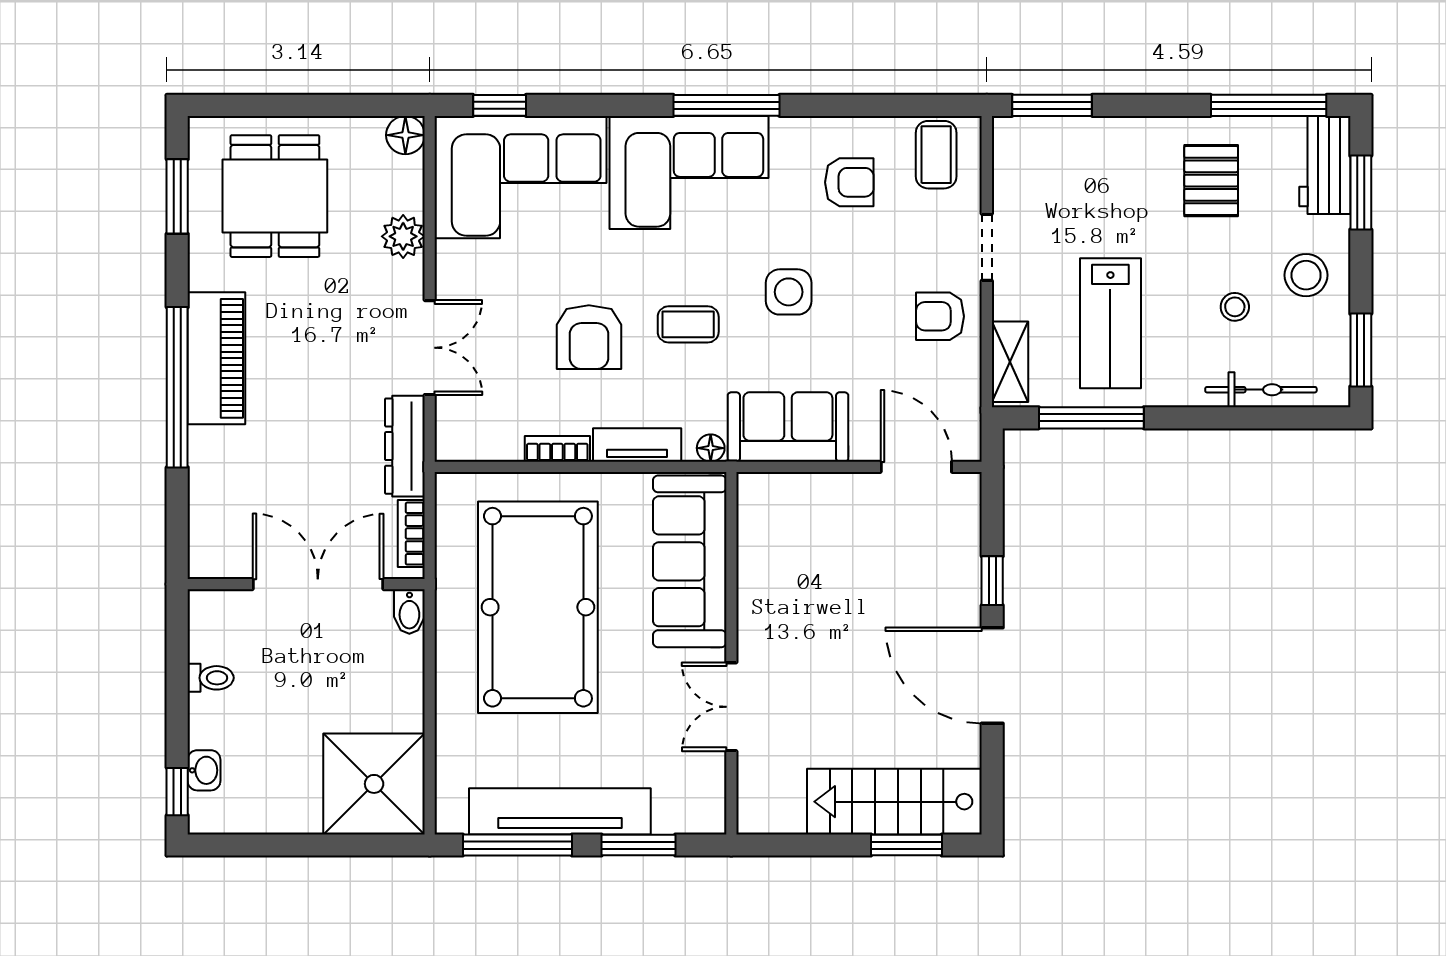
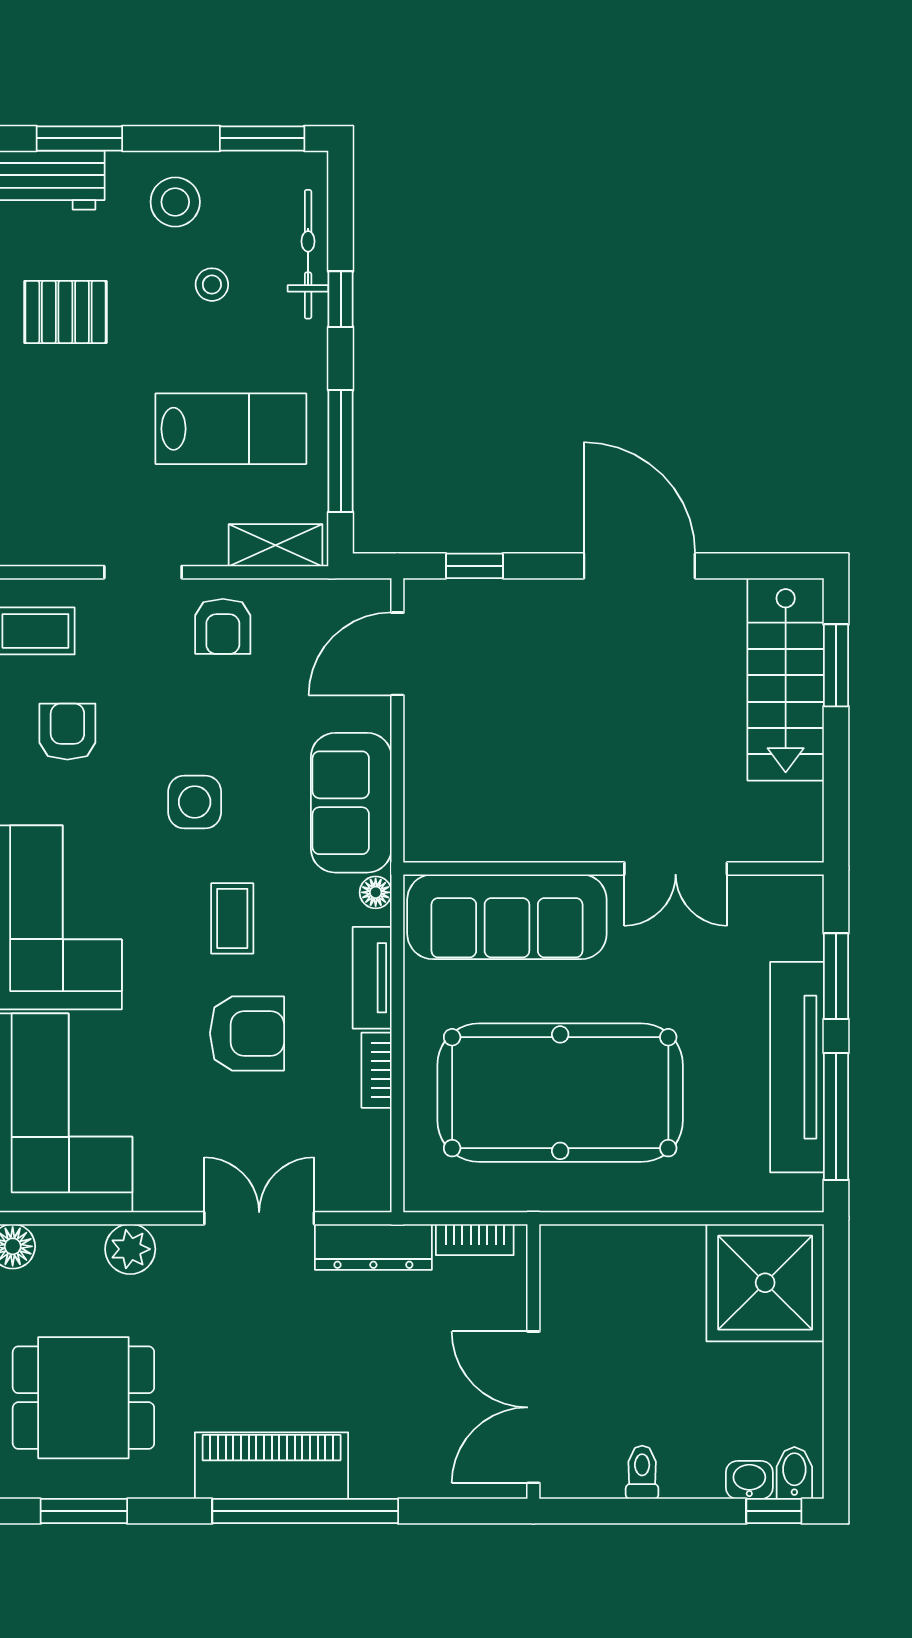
window: (1222, 418) -> (341, 299), added
window: (992, 581) -> (474, 566), moved
double door: (318, 584) -> (533, 1407), moved
bidet: (409, 612) -> (794, 1473), moved, turned -90
door: (992, 676) -> (639, 566), swing flipped

